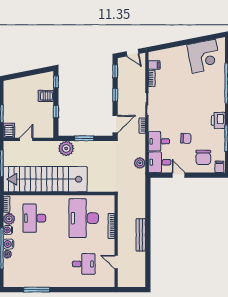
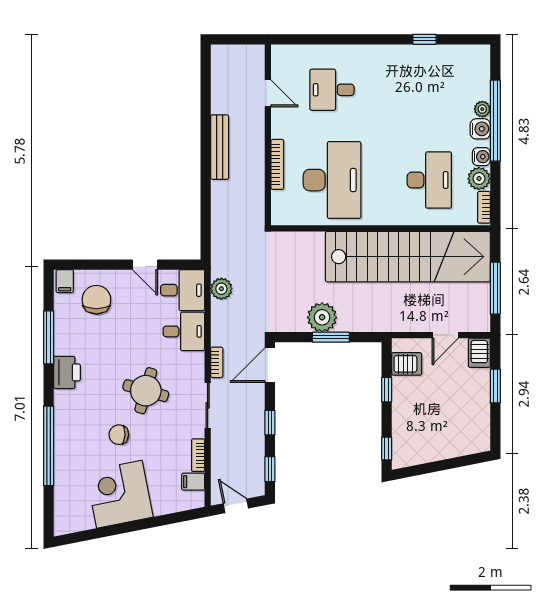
corner desk: (204, 56) -> (119, 494), moved
server rack: (46, 96) -> (407, 364), moved
round table: (178, 111) -> (146, 391), added
chair: (186, 138) -> (119, 435), moved
plant: (66, 148) -> (322, 317), moved
window: (37, 290) -> (424, 39), width x0.46

